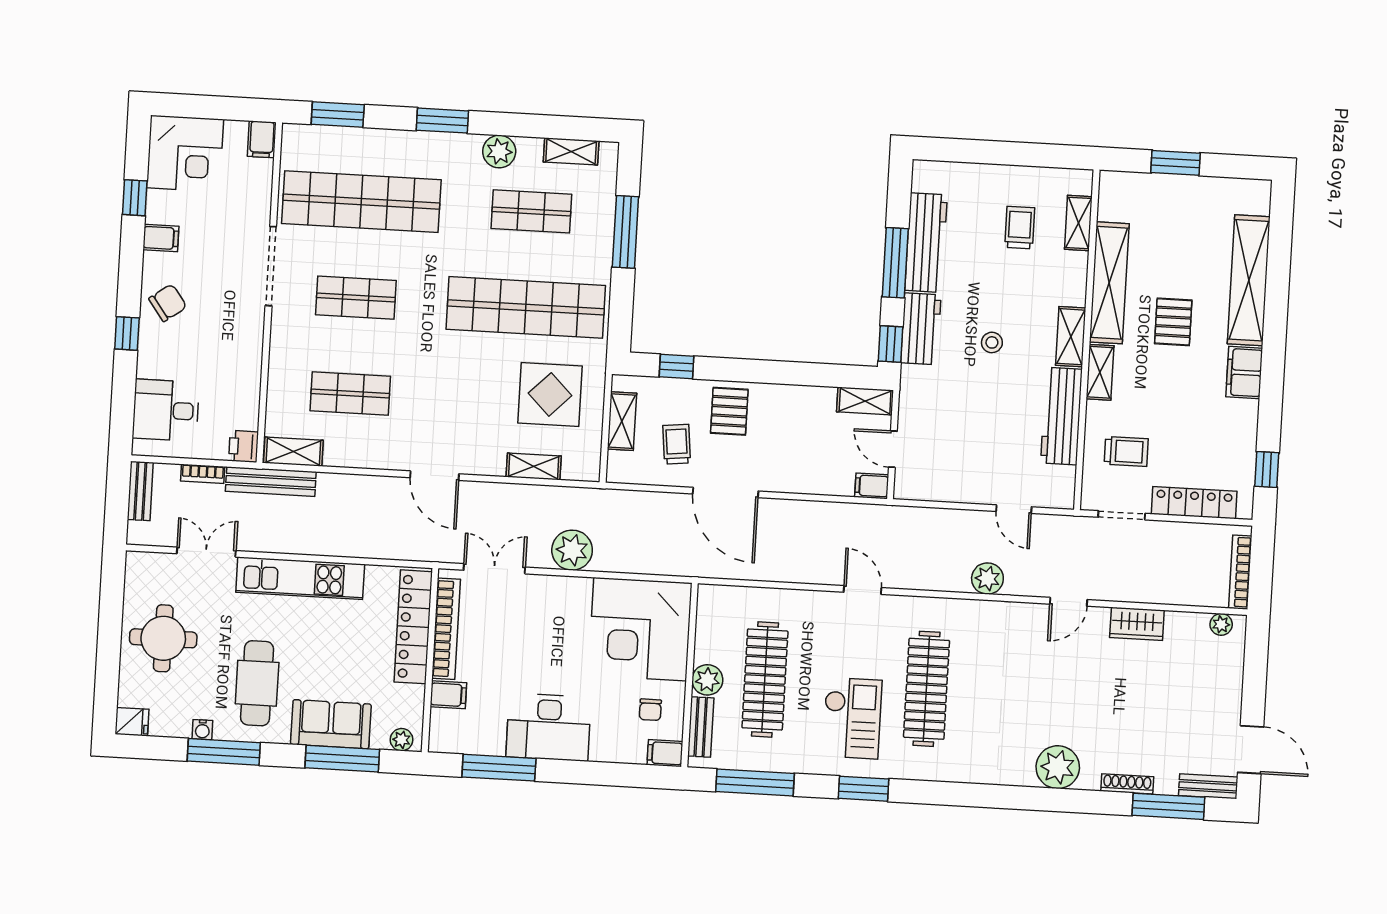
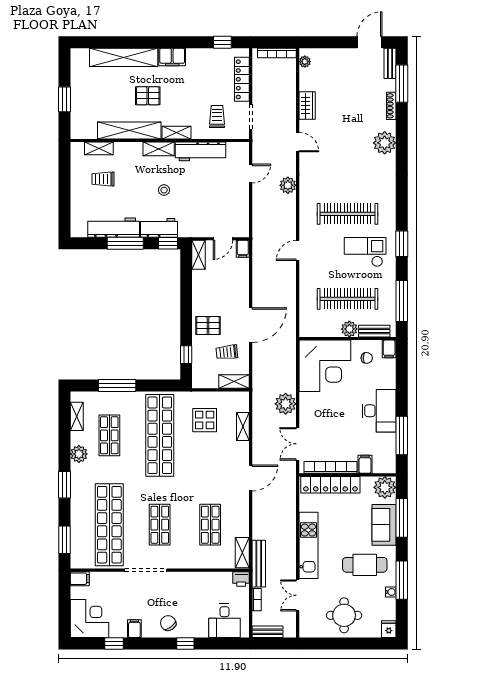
display table: (550, 394) -> (205, 420), width x0.73, depth x0.73
shelving: (622, 421) -> (234, 382), moved
plant: (401, 740) -> (385, 487), width x1.87, depth x1.87

